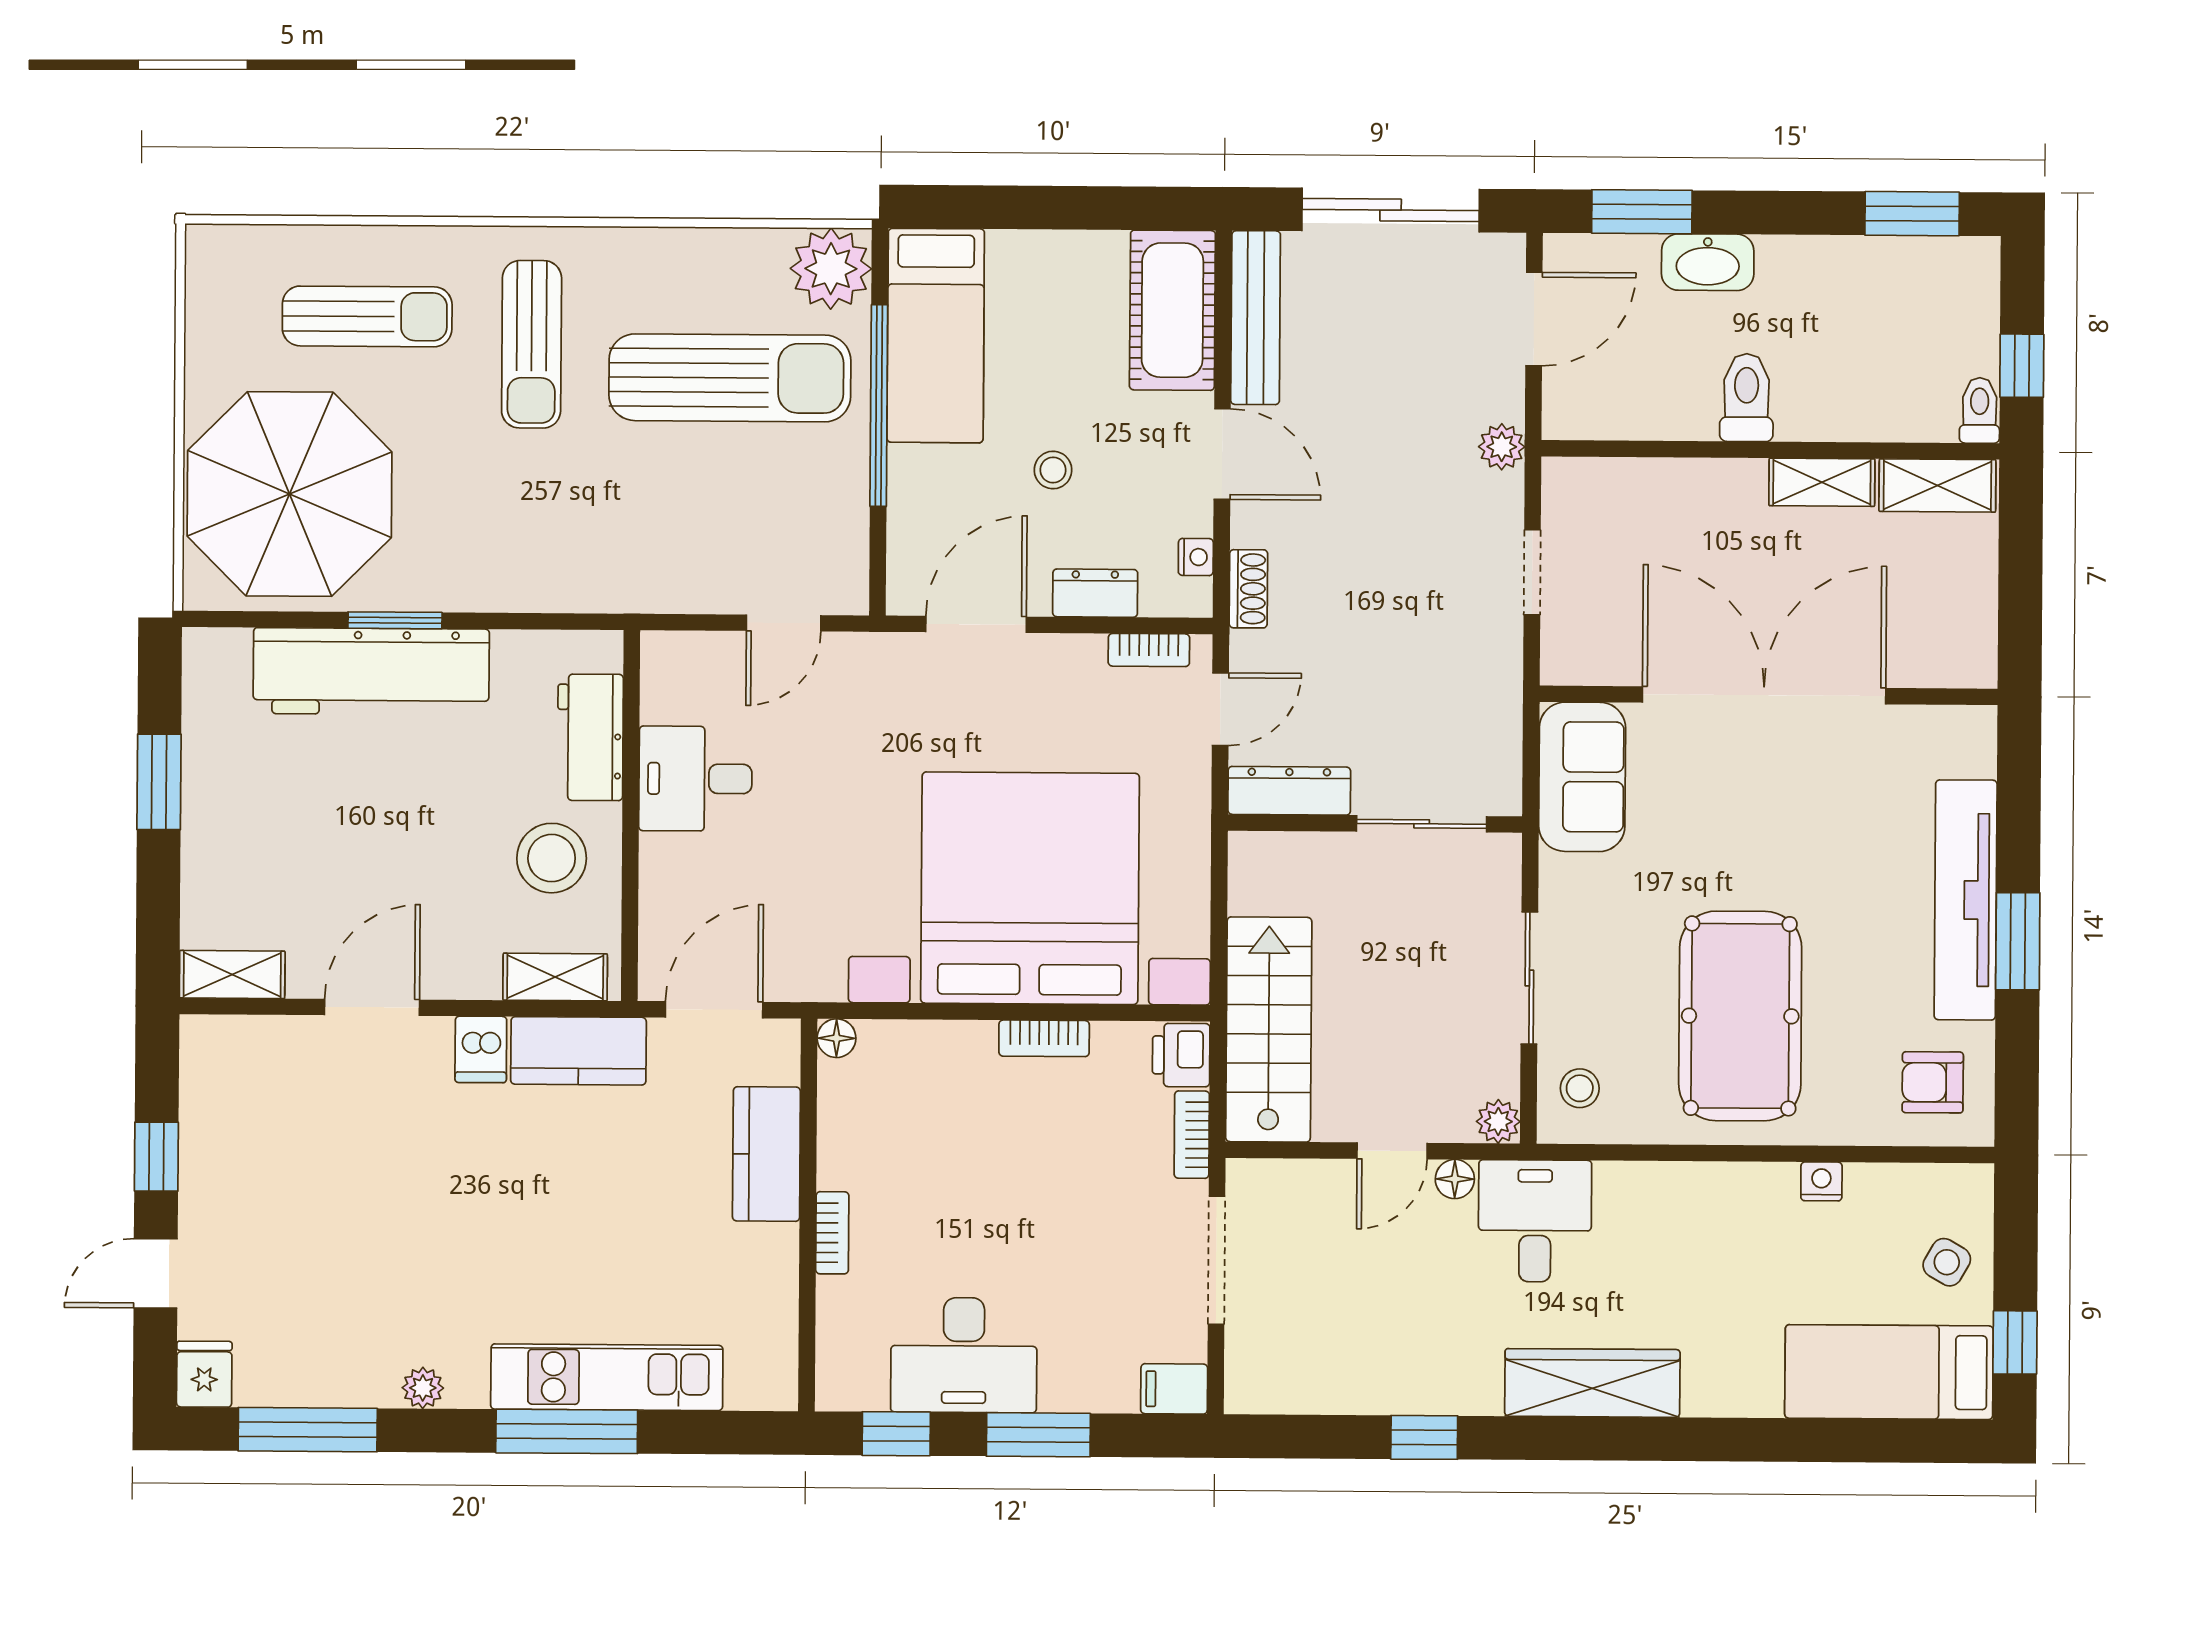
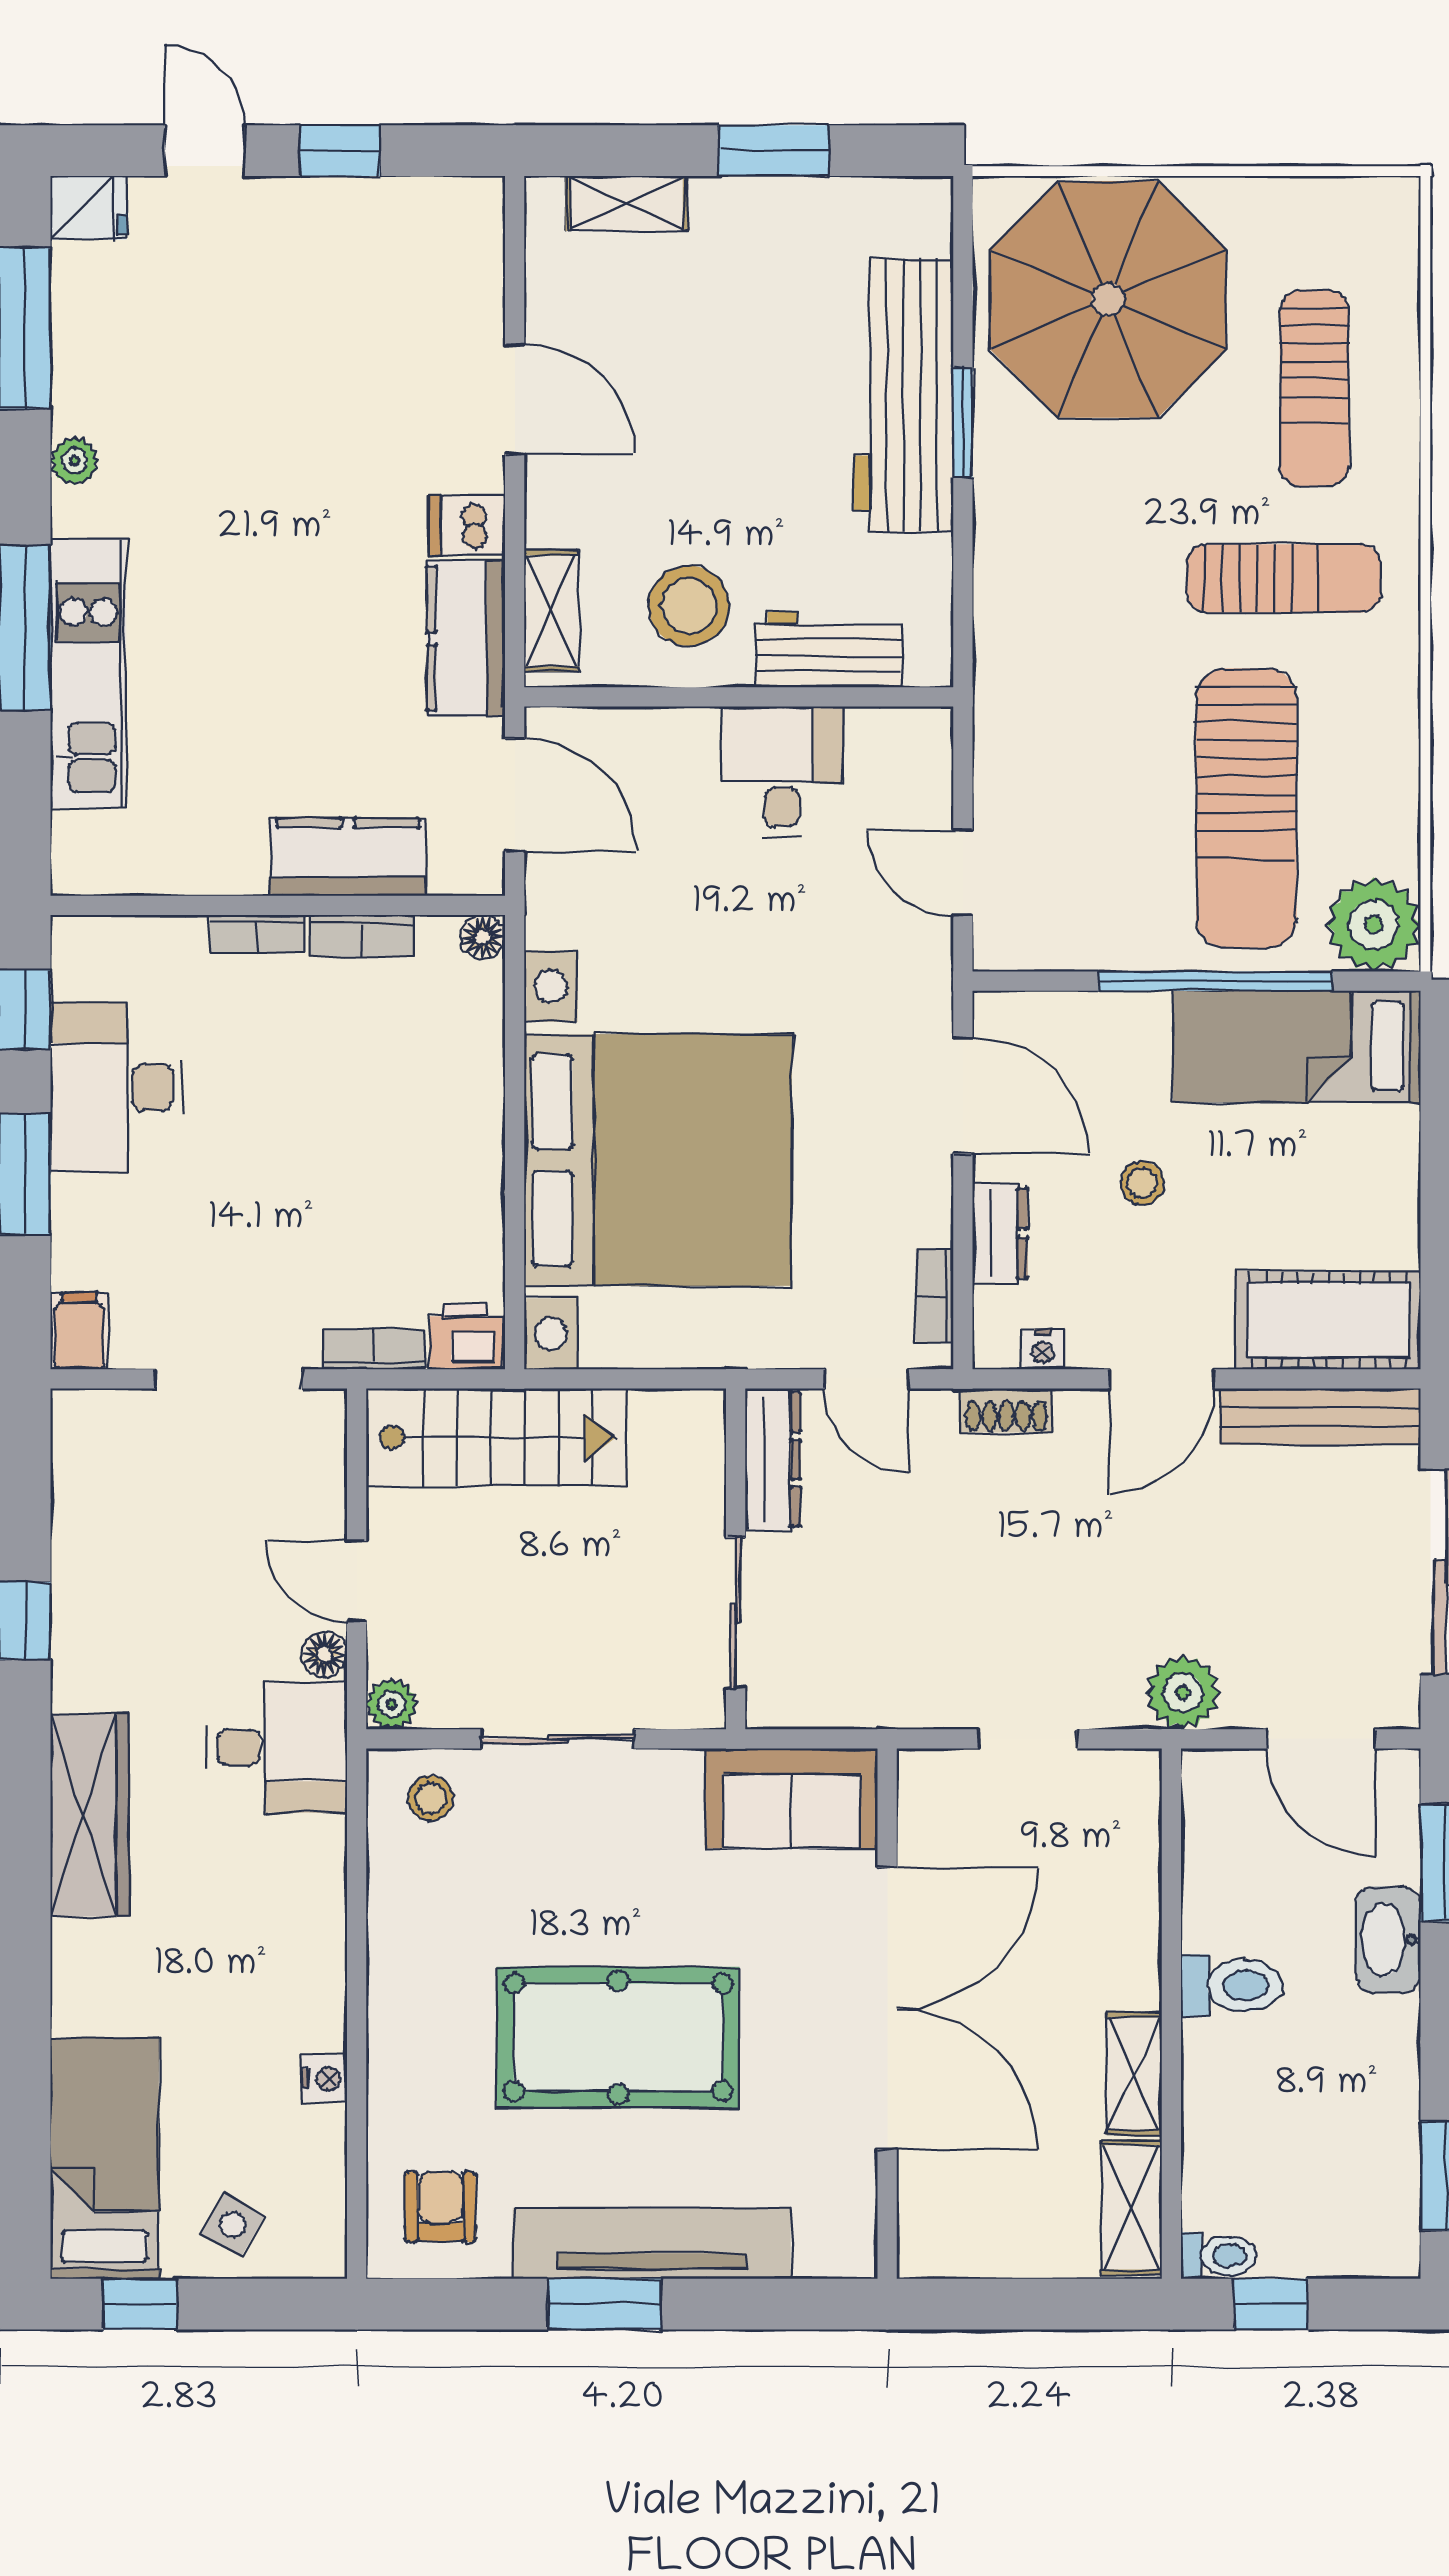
sun lounger: (532, 344) -> (1284, 578), turned 180
plant: (1502, 447) -> (1183, 1692), width x1.38, depth x1.38
shelving: (232, 974) -> (627, 203), moved, turned 90
pool table: (1740, 1016) -> (618, 2037), moved
bookcase: (1044, 1038) -> (362, 936), moved, turned -90

